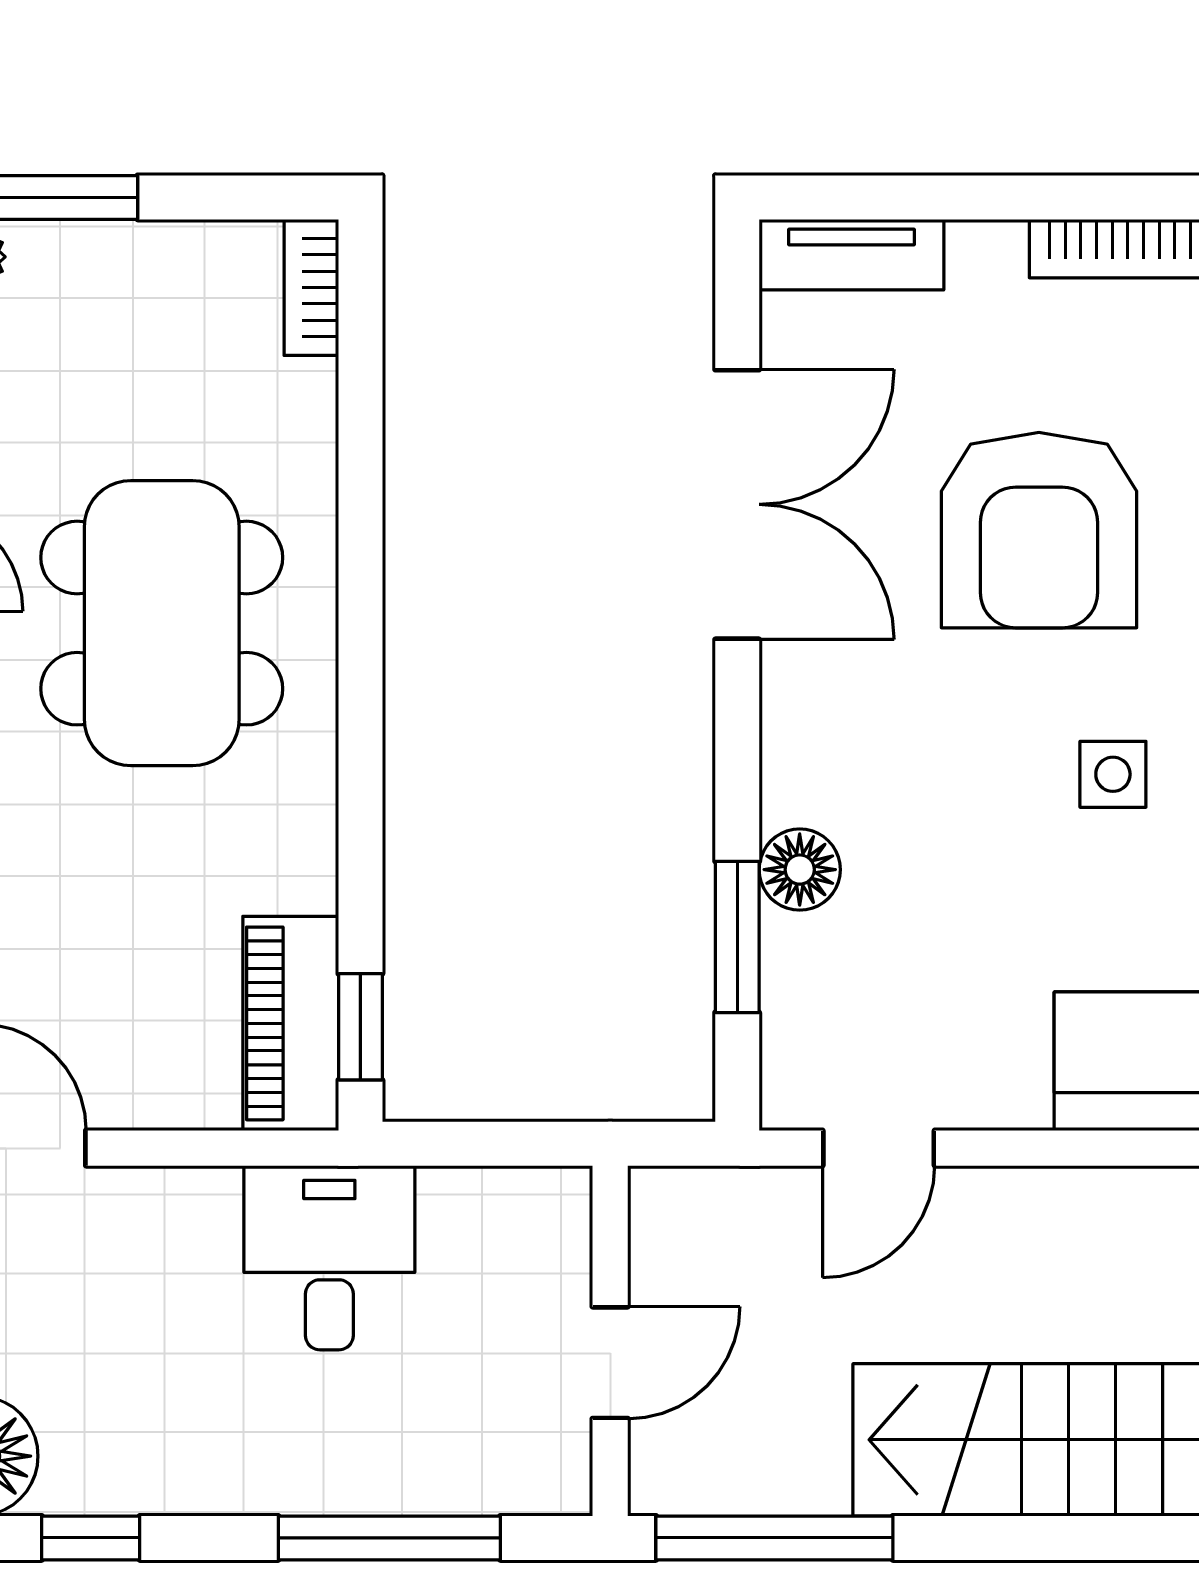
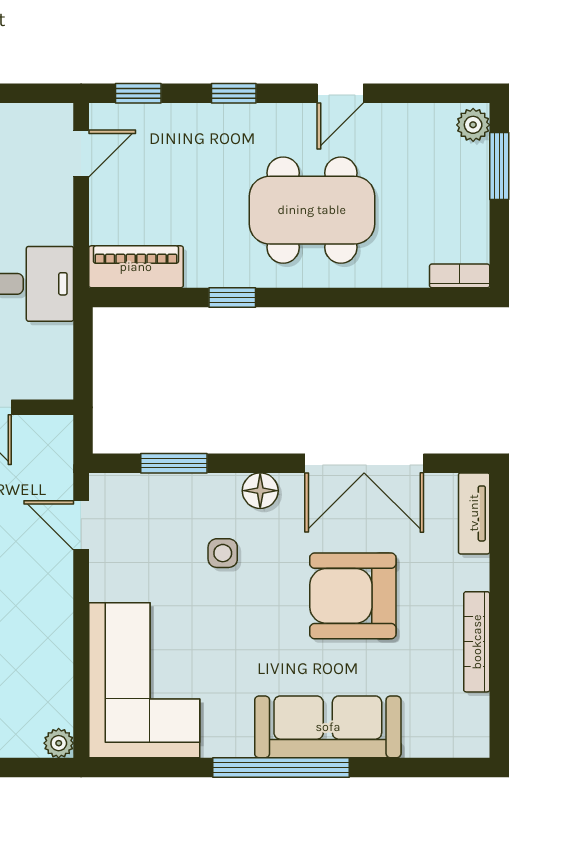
side table: (1113, 774) -> (223, 553), moved
floor lamp: (800, 870) -> (260, 491), moved
window: (360, 1027) -> (232, 297), moved

